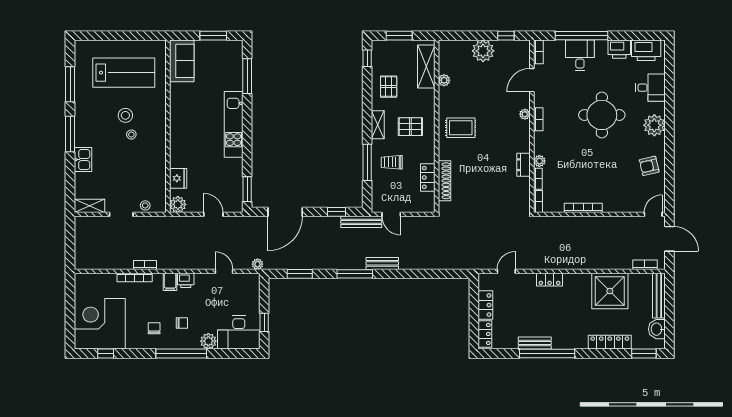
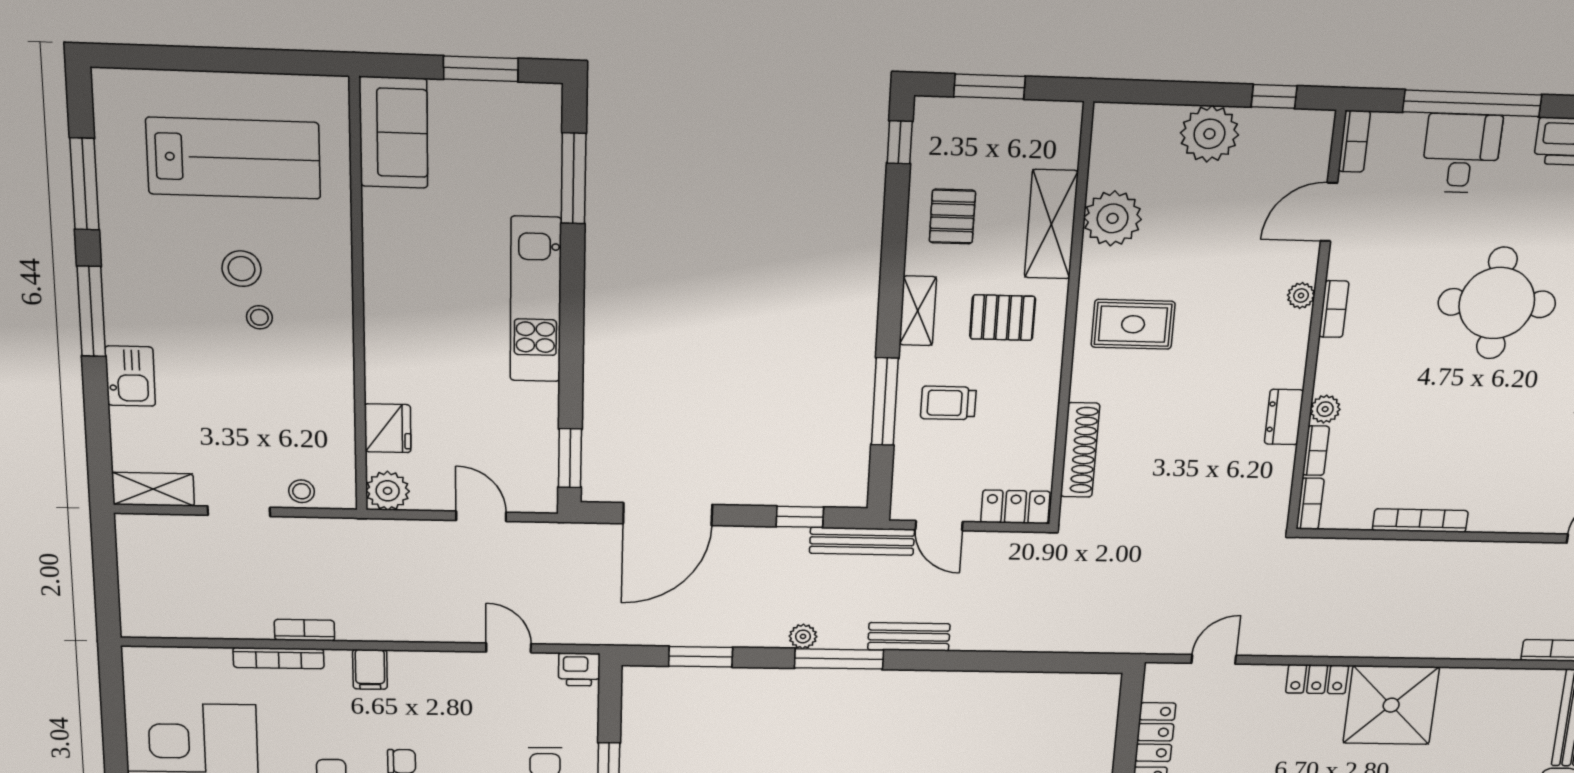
shelving: (426, 66) -> (1051, 224), moved
plant: (444, 80) -> (1113, 218), width x1.88, depth x1.88
locker: (428, 177) -> (1015, 507), moved, turned 90
plant: (257, 264) -> (803, 636), moved
printer: (186, 280) -> (579, 669), moved
shower: (610, 291) -> (1391, 705), moved

